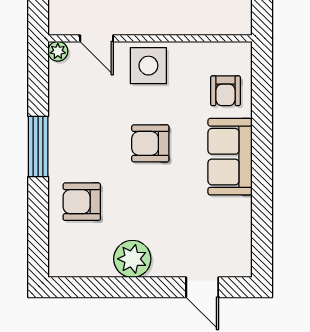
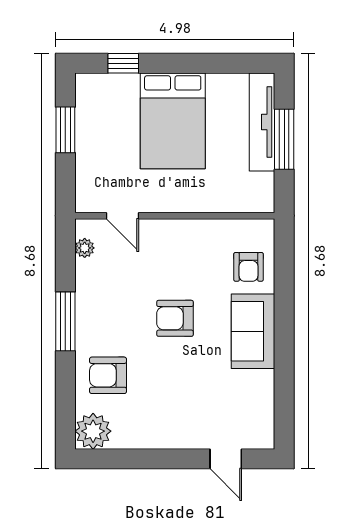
plant: (58, 51) -> (85, 248), moved
side table: (148, 66) -> (173, 242), removed
plant: (132, 259) -> (93, 431), moved

